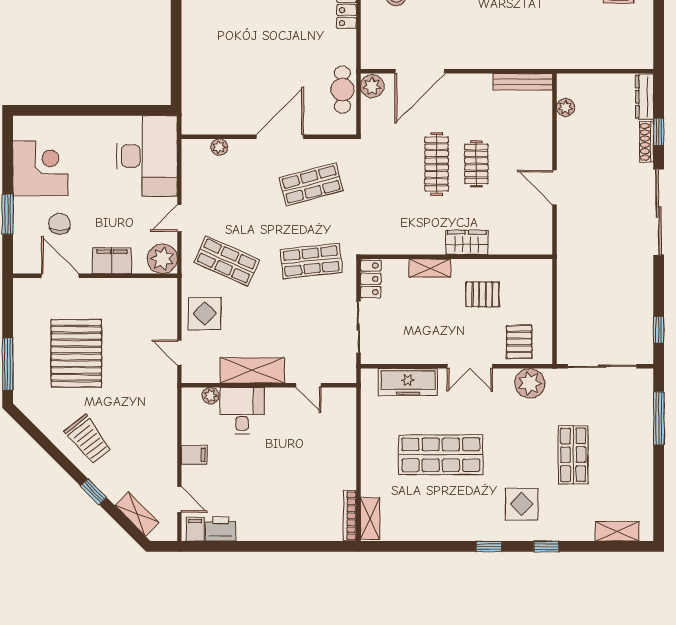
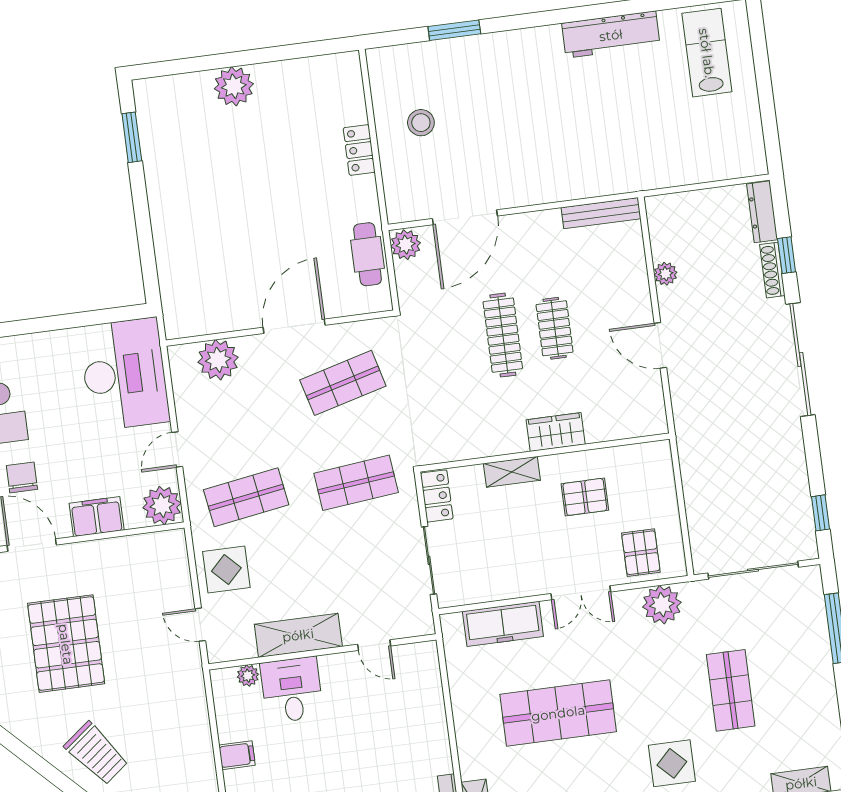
plant: (565, 107) -> (666, 274), moved
plant: (219, 147) -> (218, 360), width x1.88, depth x1.88
shop shelf: (227, 261) -> (246, 497), turned -33

